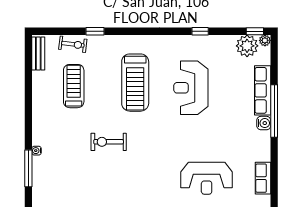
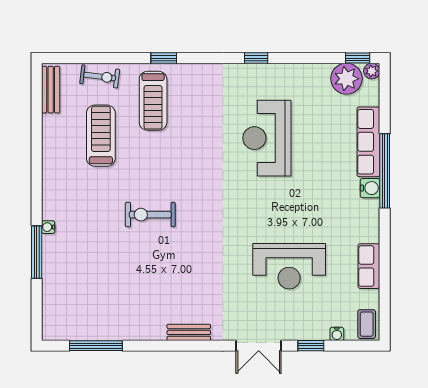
window: (95, 31) -> (164, 58), moved
window: (200, 31) -> (256, 58), moved
treadmill: (135, 83) -> (153, 101), moved, width x0.73, depth x0.73

